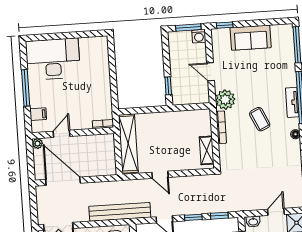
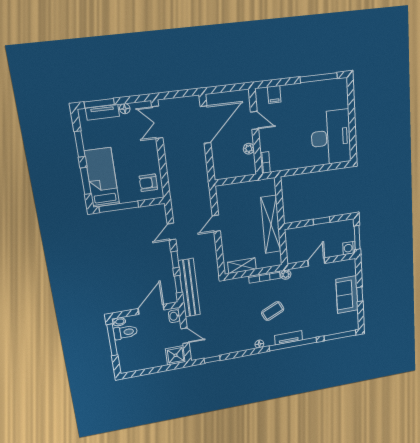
window: (225, 25) -> (360, 294), moved
desk: (53, 59) -> (331, 137), moved
window: (168, 86) -> (322, 221), moved
window: (26, 88) -> (319, 78), moved
plant: (225, 100) -> (286, 275), width x0.53, depth x0.53
shelving: (128, 143) -> (271, 224), moved, turned 90
plant: (37, 144) -> (249, 149), moved
bench: (120, 212) -> (189, 288), moved

